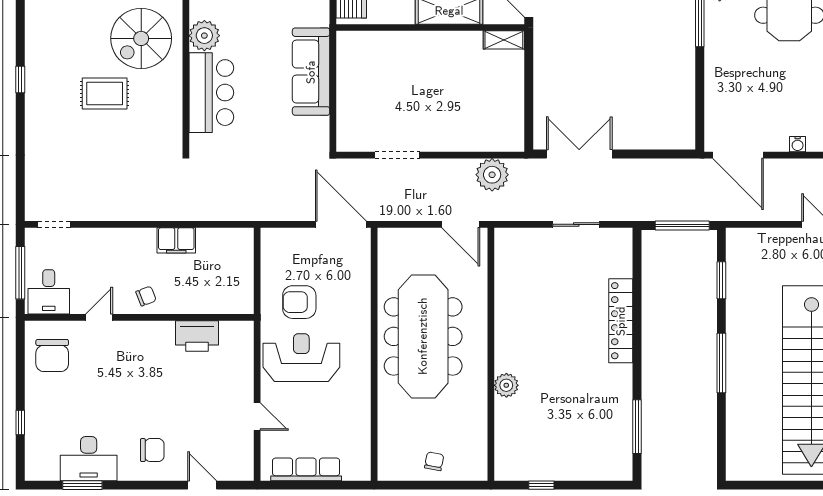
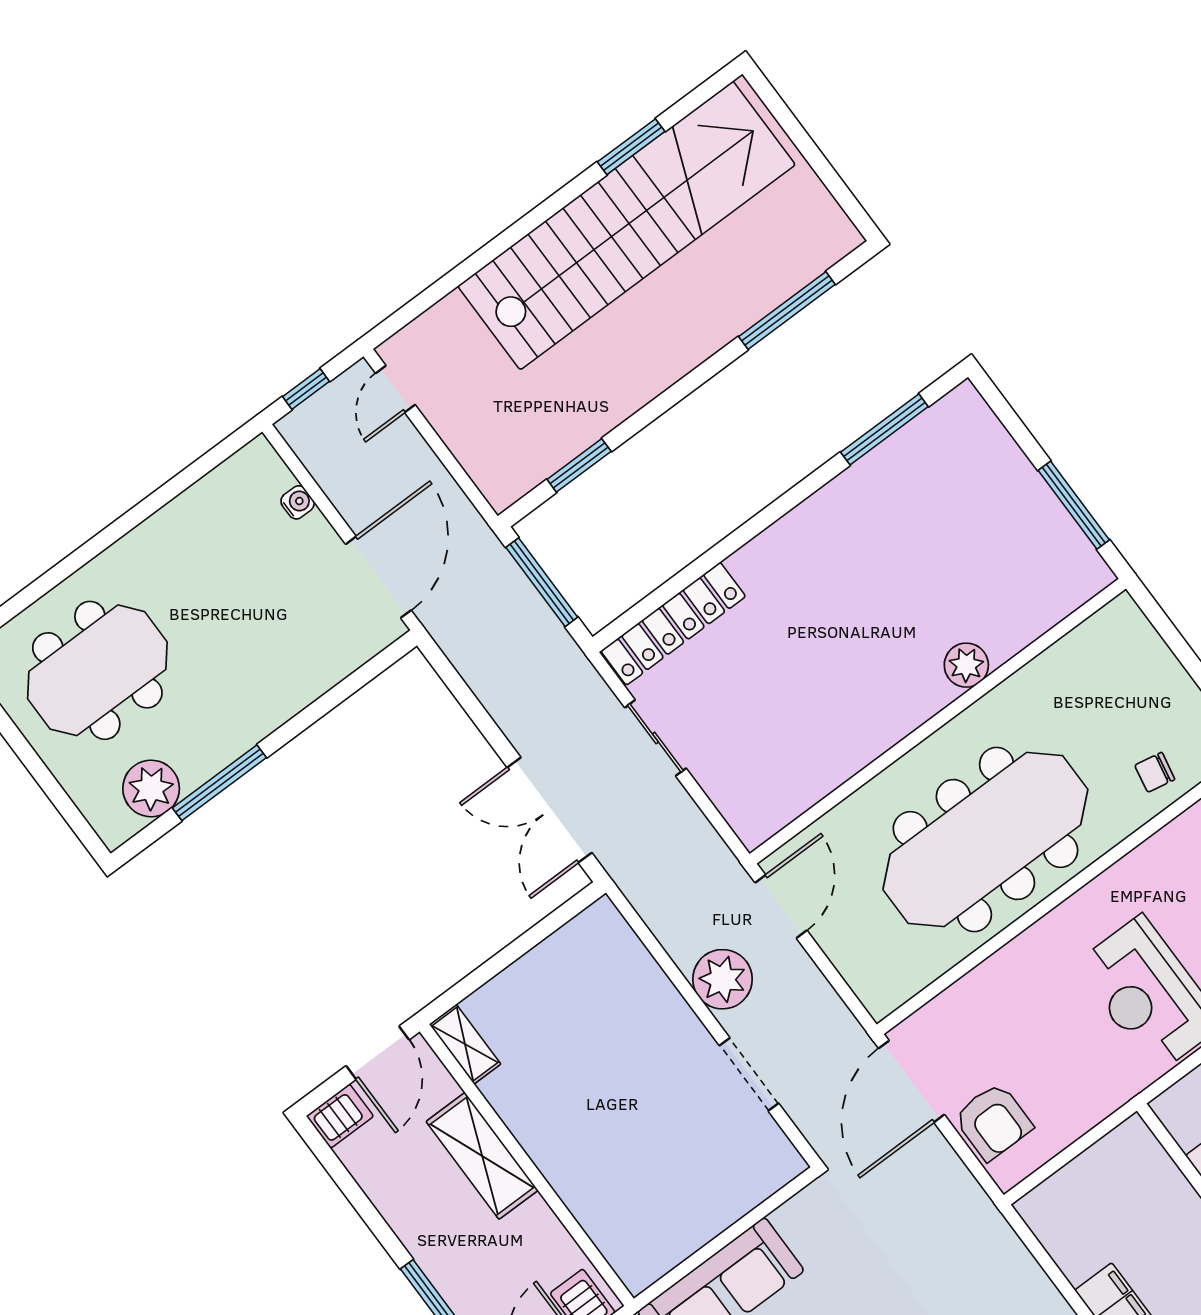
plant: (492, 175) -> (722, 979), moved
armchair: (299, 302) -> (993, 1122), moved
locker: (621, 321) -> (673, 624), moved
window: (721, 363) -> (787, 311), moved
chair: (434, 461) -> (1155, 772), moved
window: (541, 485) -> (1074, 505), width x2.17

